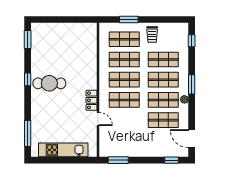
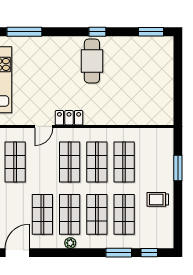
shop shelf: (124, 39) -> (15, 162), moved
window: (192, 84) -> (119, 253), moved

